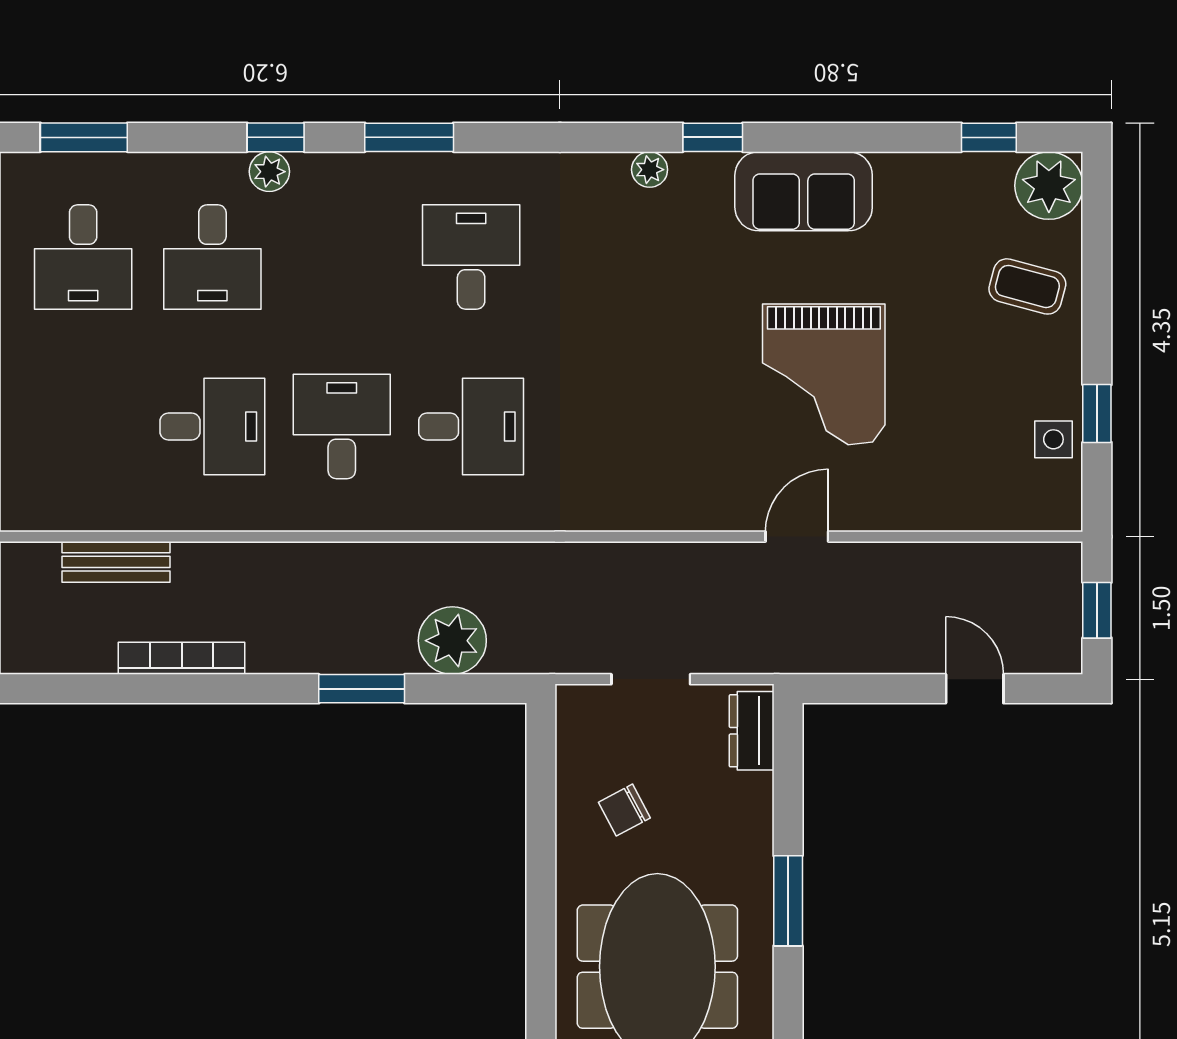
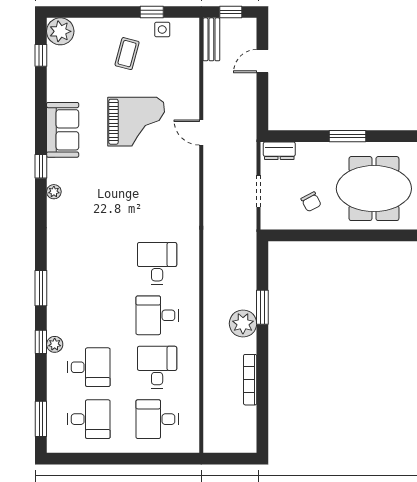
desk: (471, 257) -> (157, 419), moved
coffee table: (1027, 286) -> (127, 54), moved
bench: (116, 562) -> (211, 39), moved
plant: (452, 641) -> (243, 324), moved

